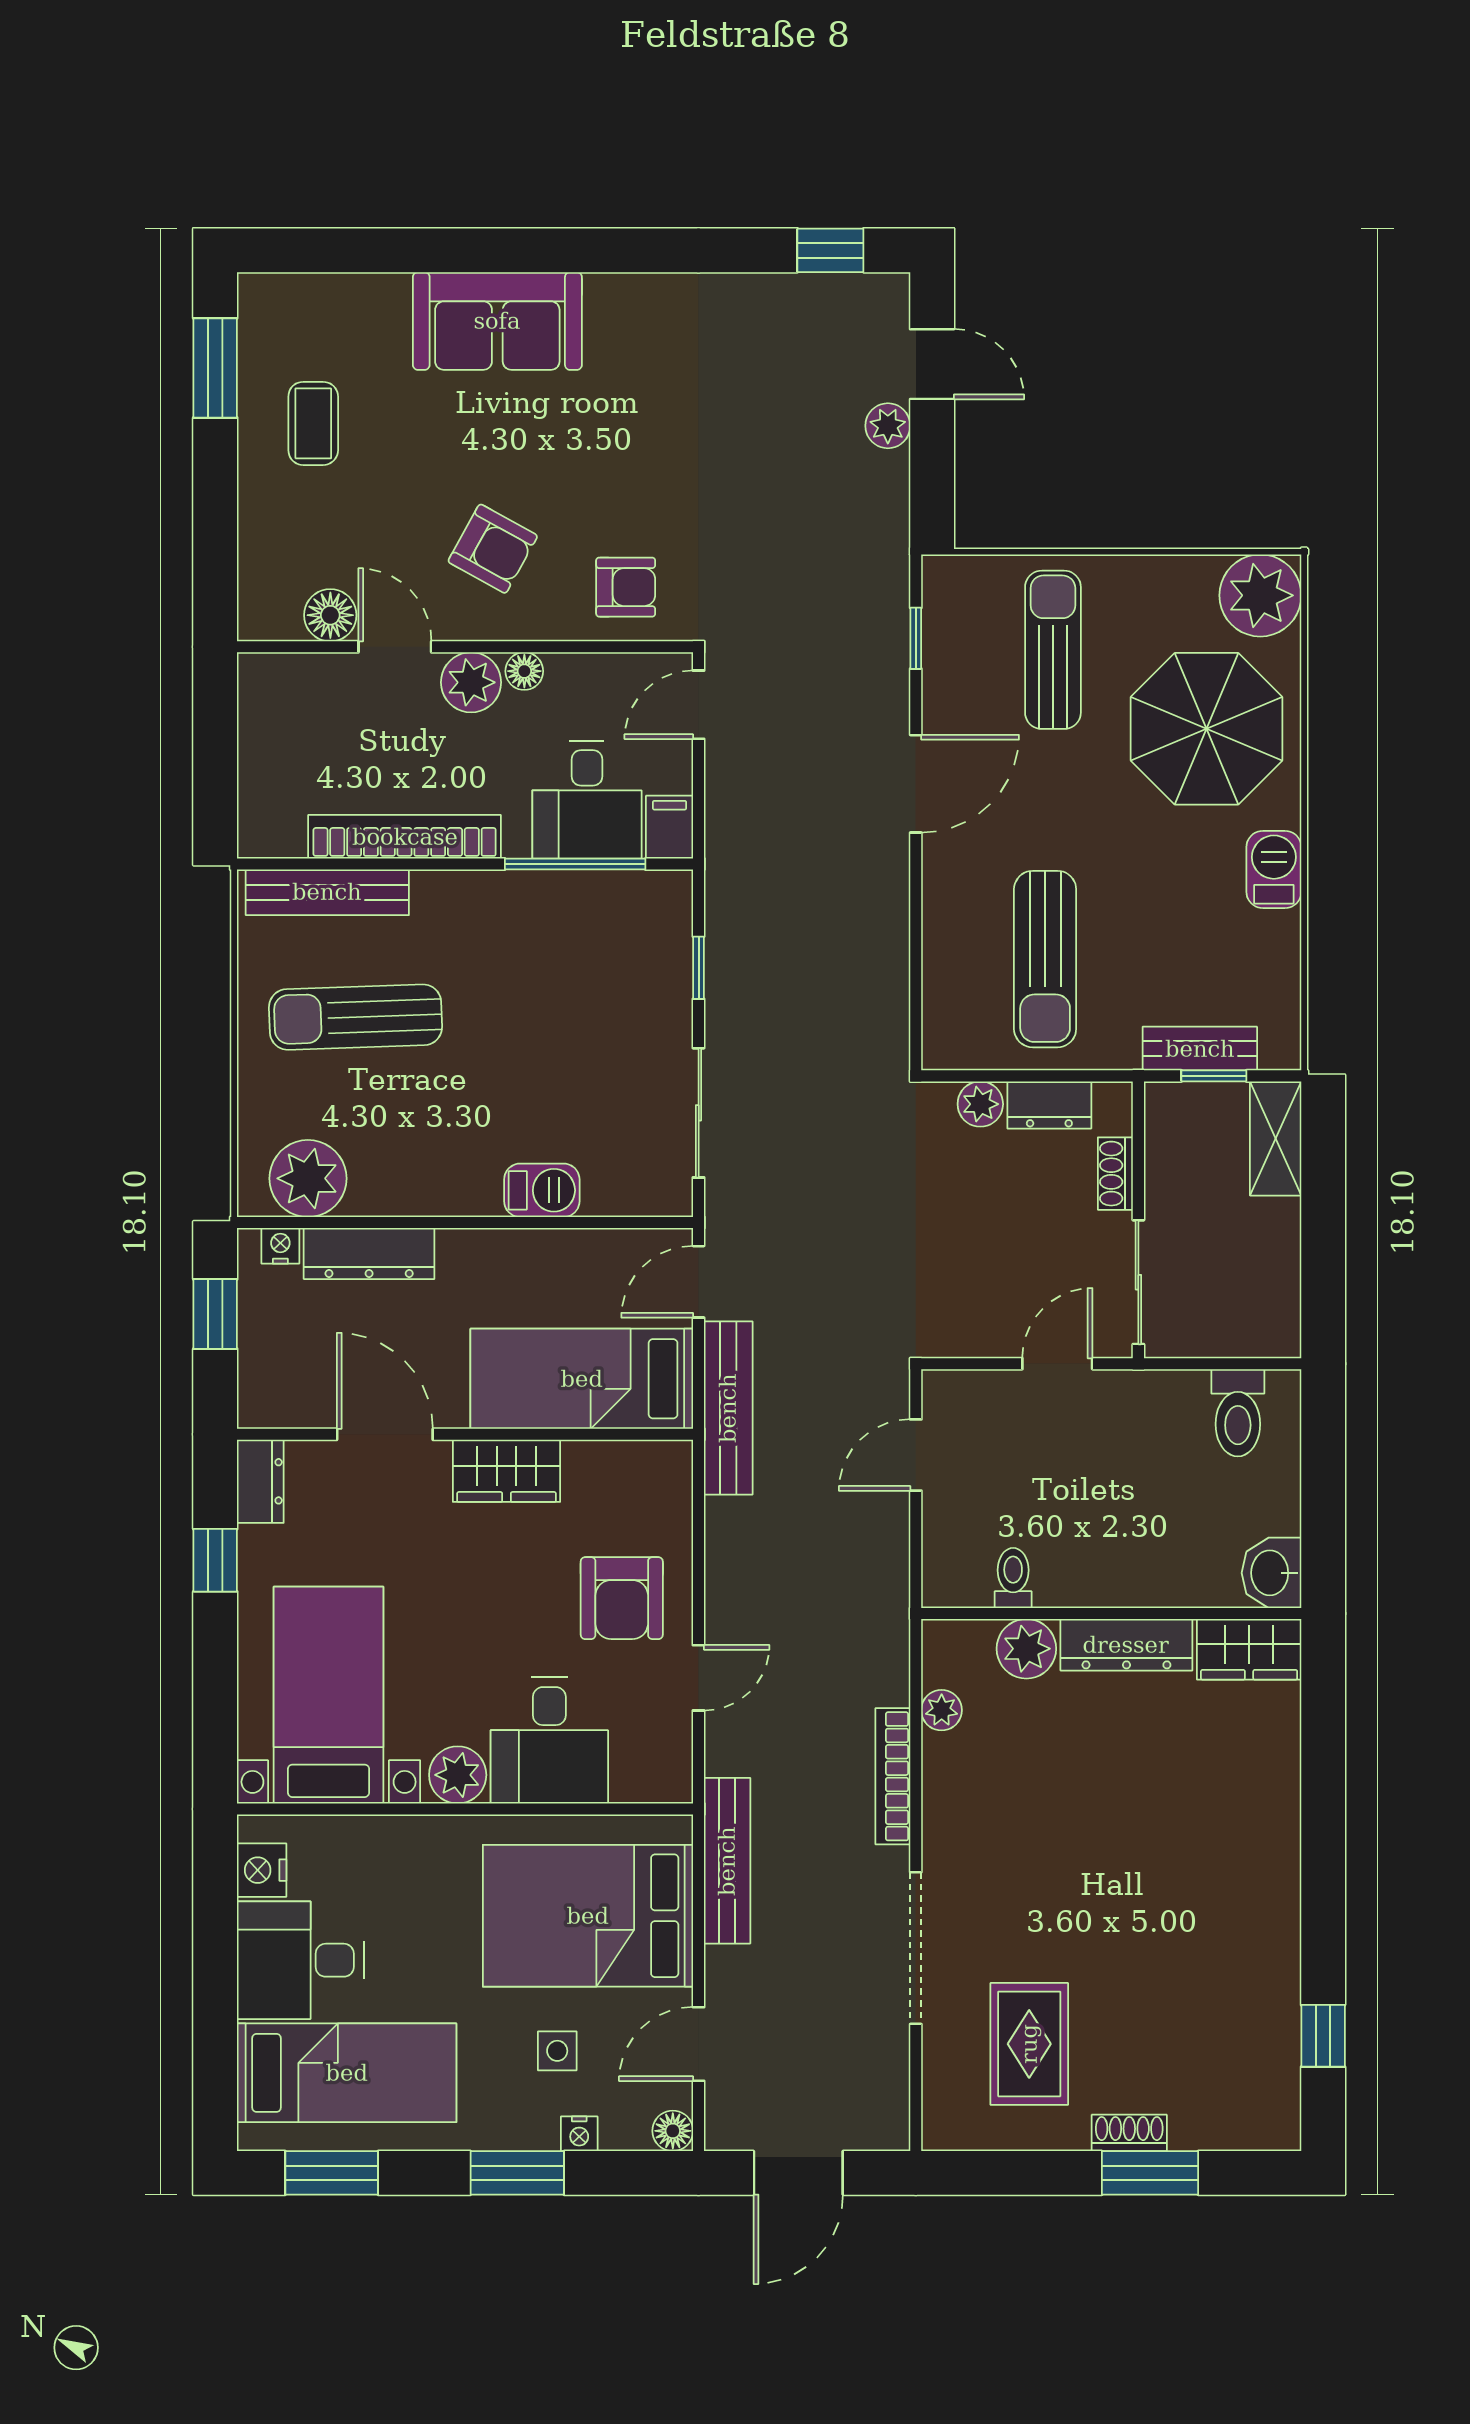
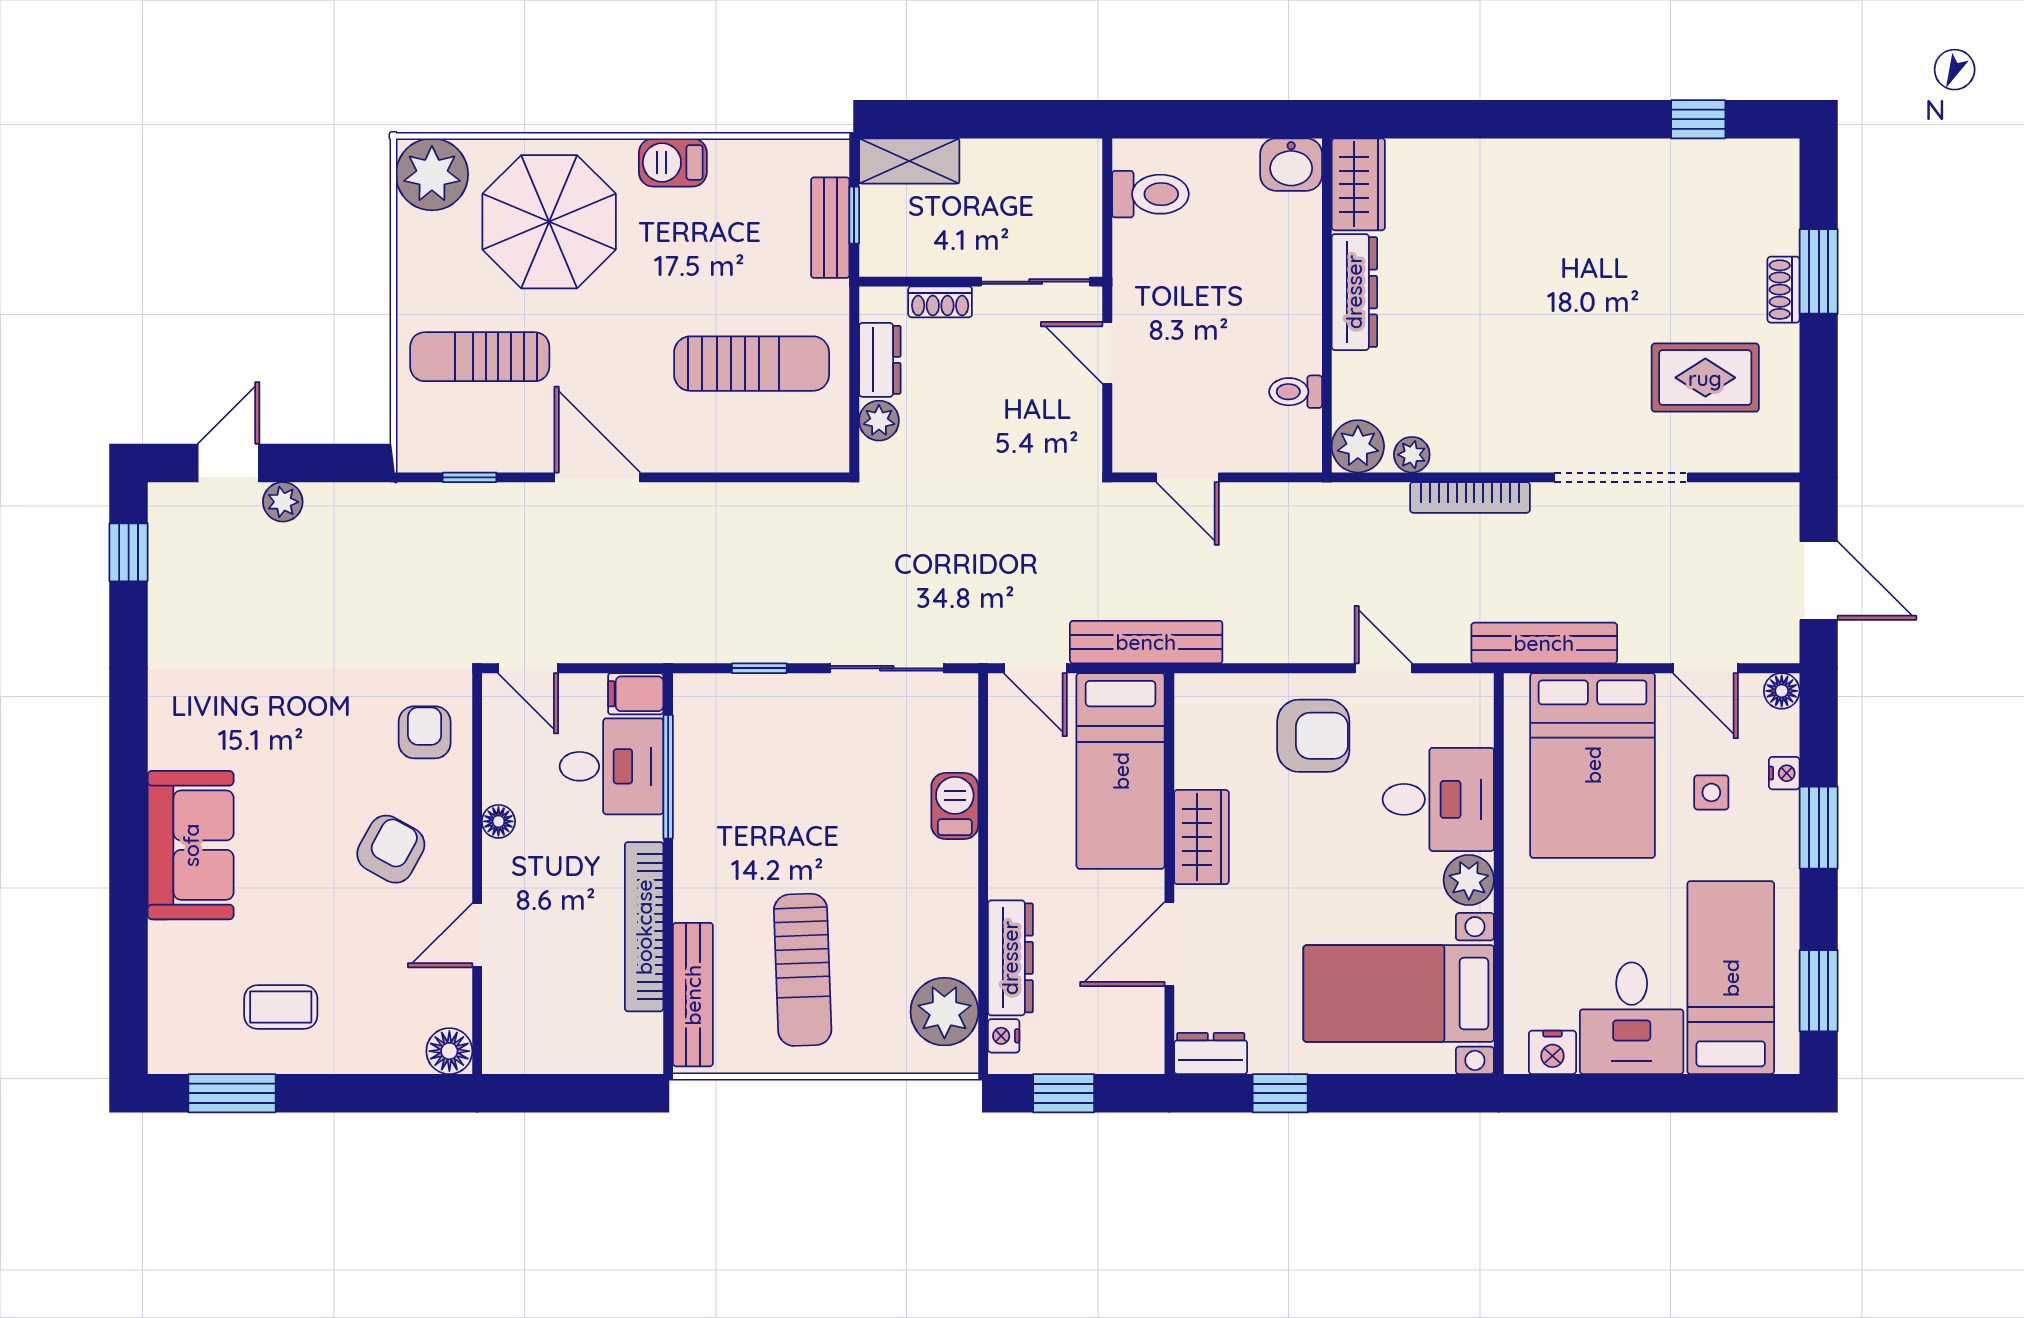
floor lamp: (330, 615) -> (449, 1051), moved
plant: (471, 682) -> (508, 868), removed
plant: (1026, 1649) -> (1358, 446), moved

